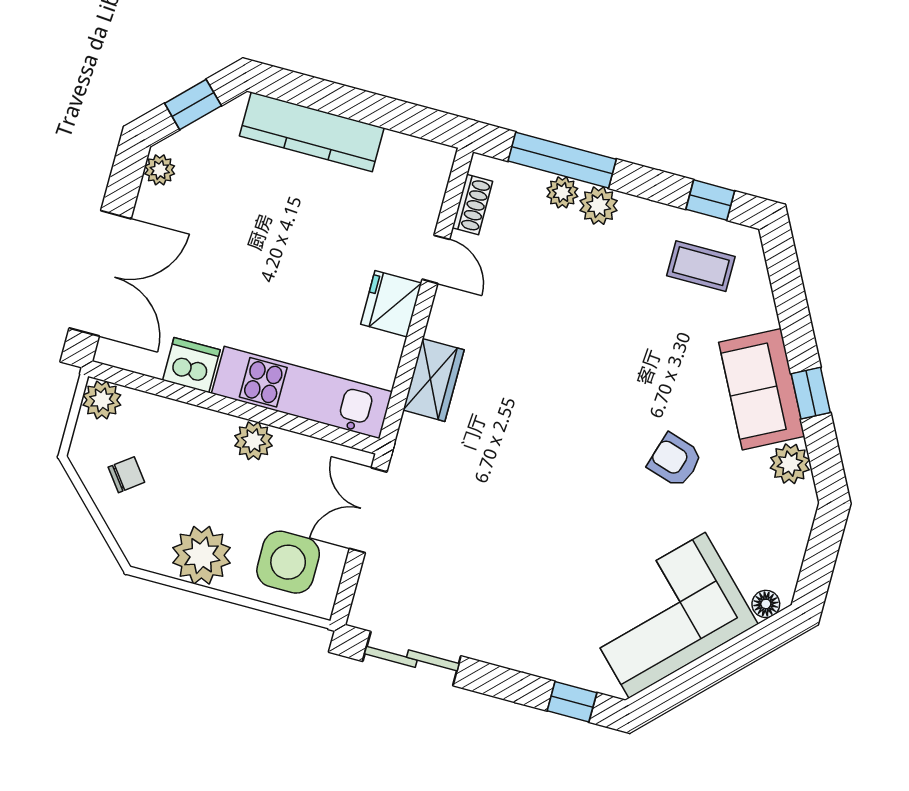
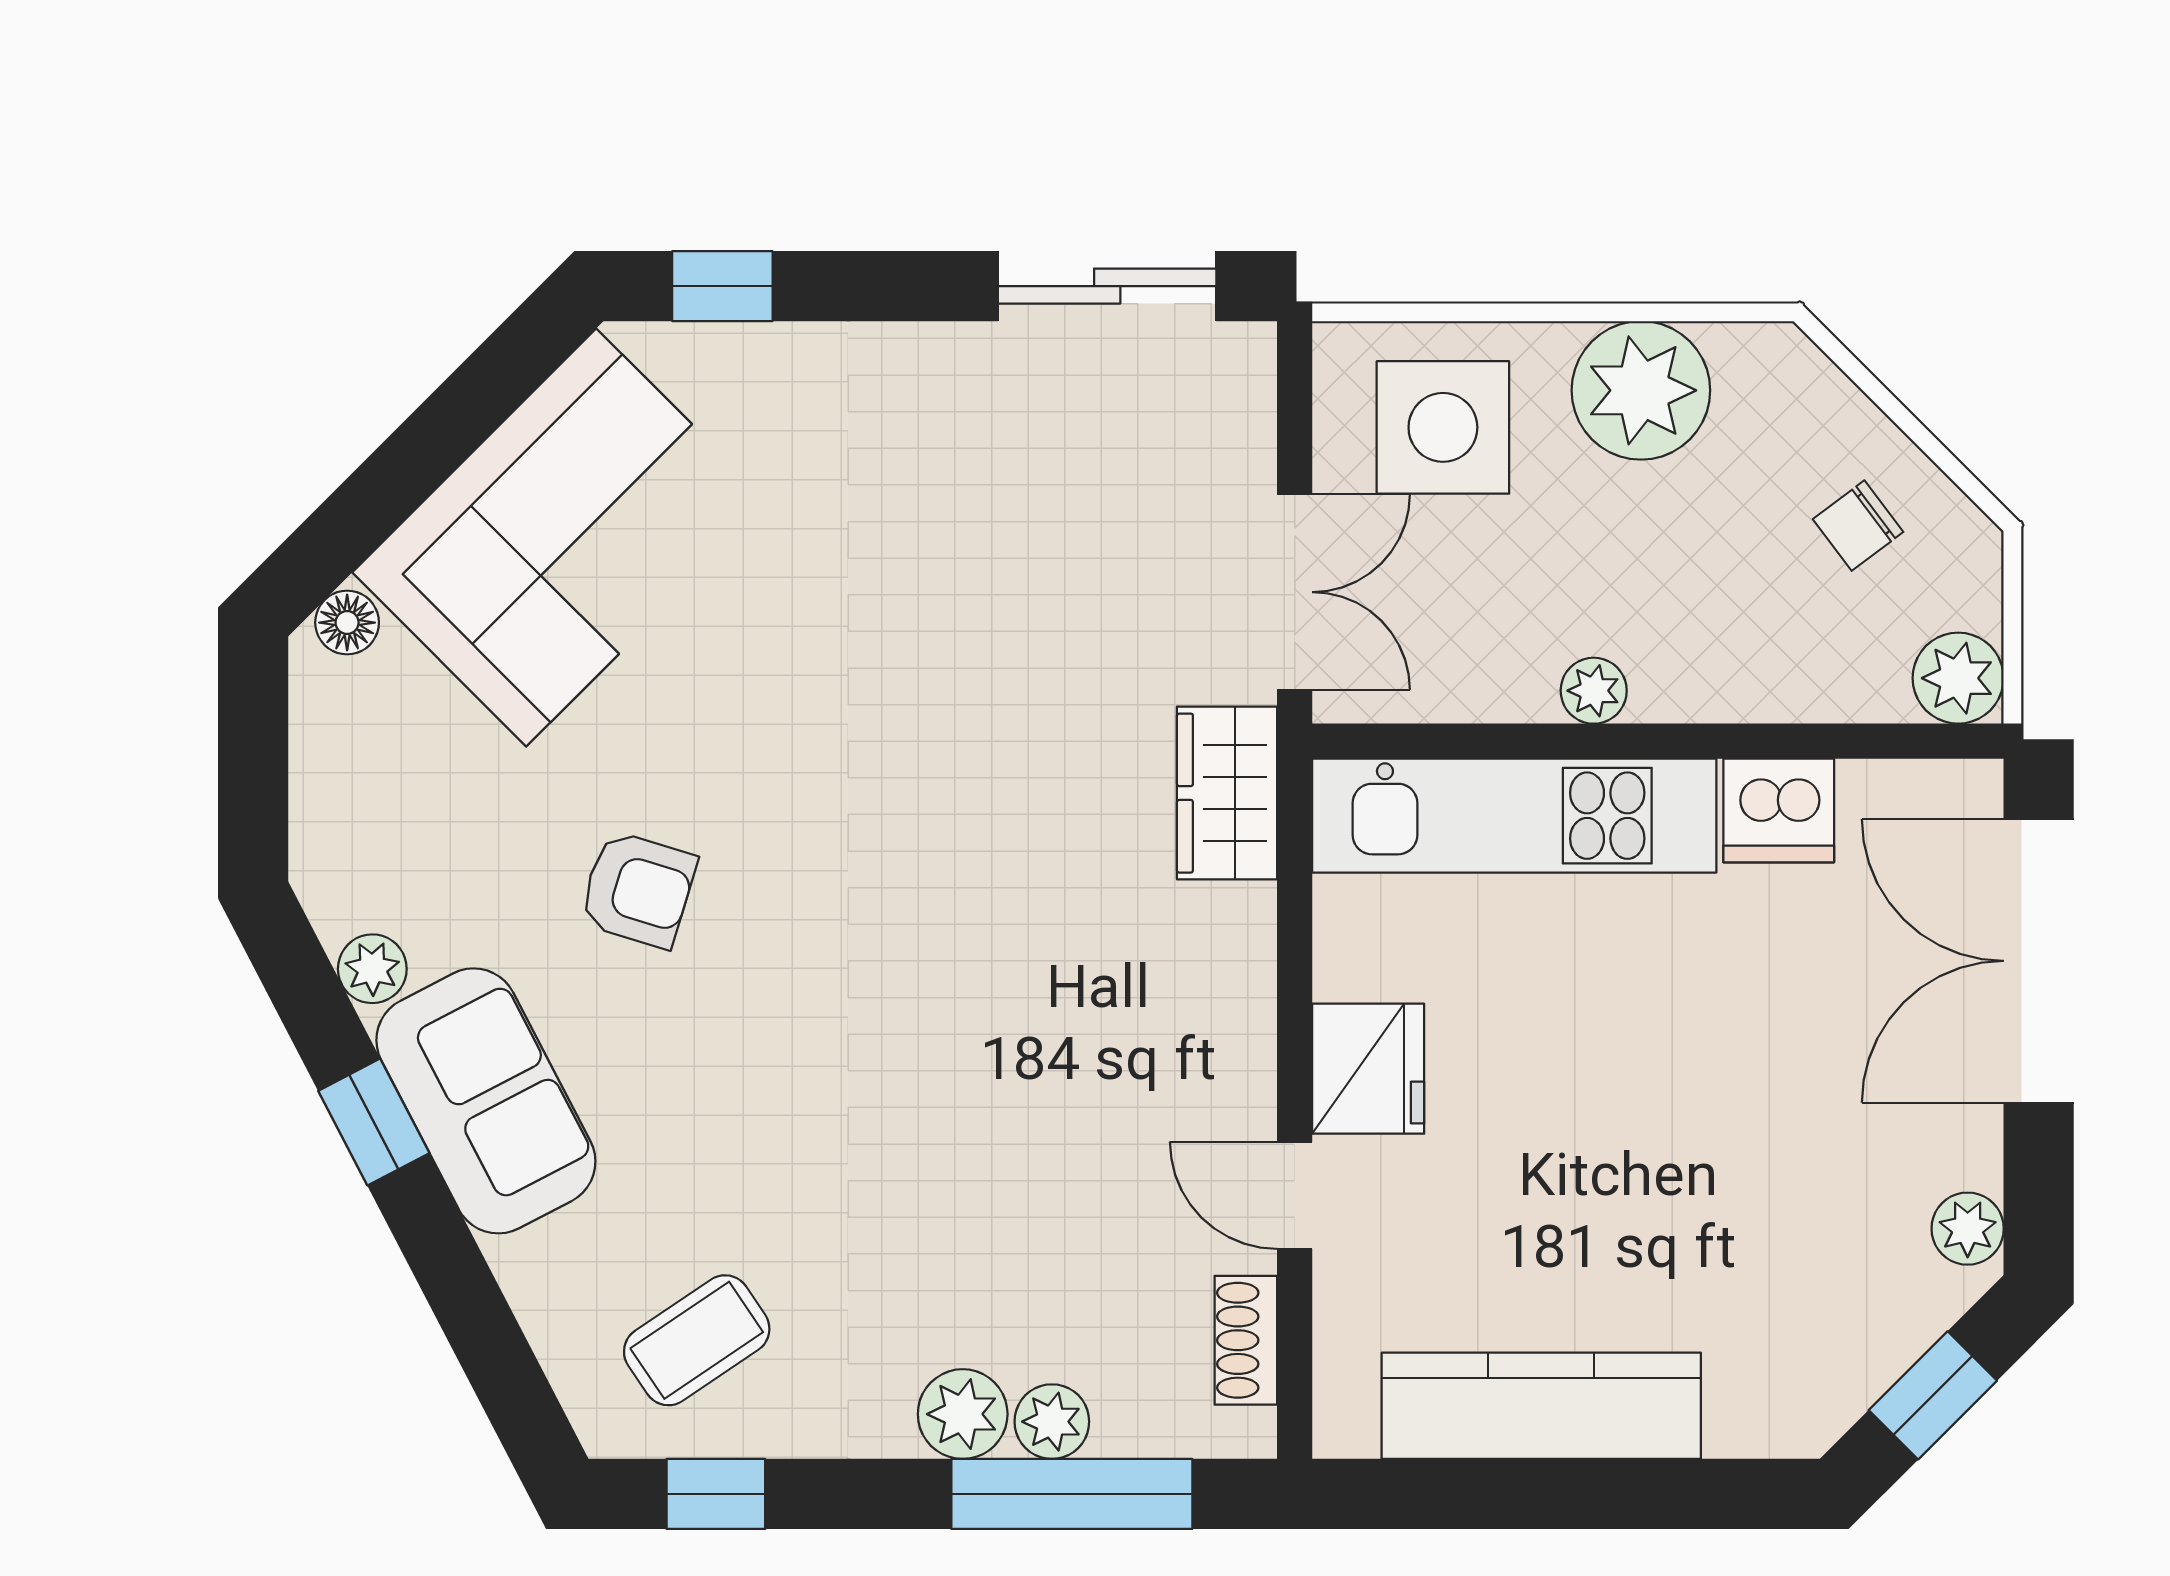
kitchen counter: (312, 132) -> (1541, 1406), moved
coffee table: (701, 266) -> (697, 1340), turned -34
wardrobe: (434, 380) -> (1227, 793), moved
plant: (254, 441) -> (1594, 691), width x0.73, depth x0.73
plant: (790, 464) -> (372, 969), width x0.73, depth x0.73

